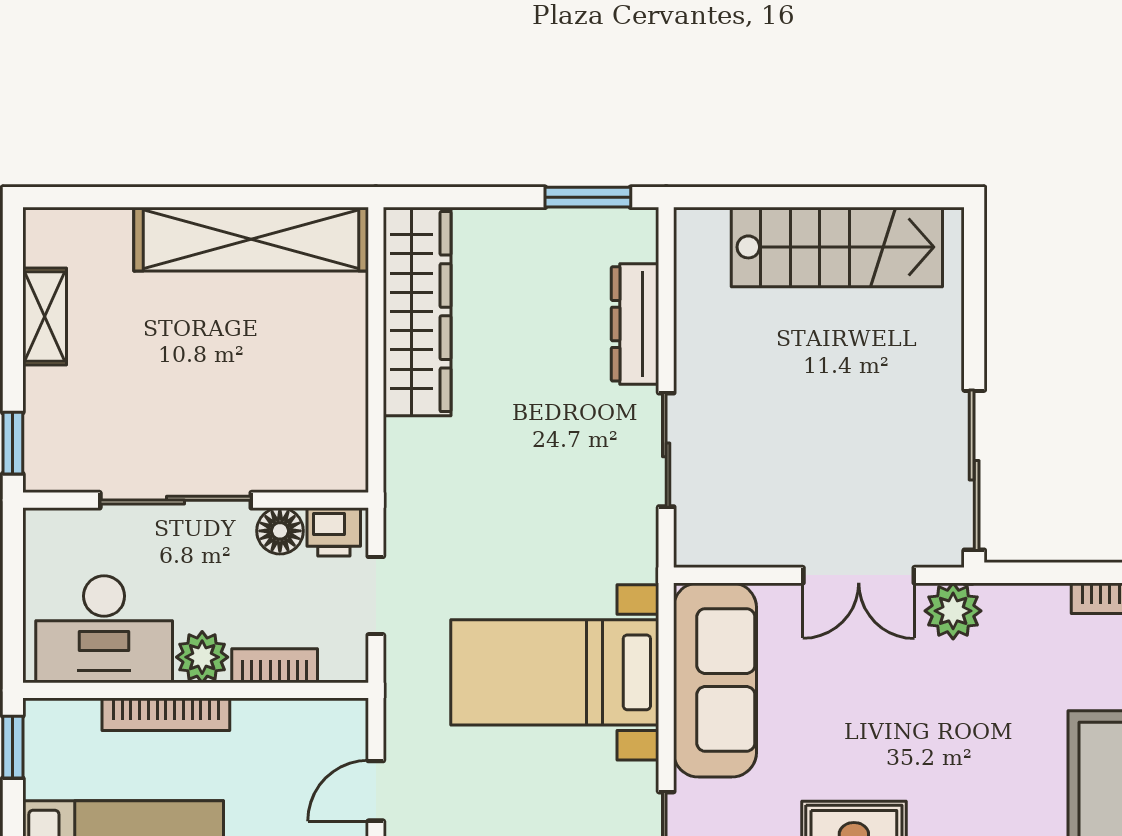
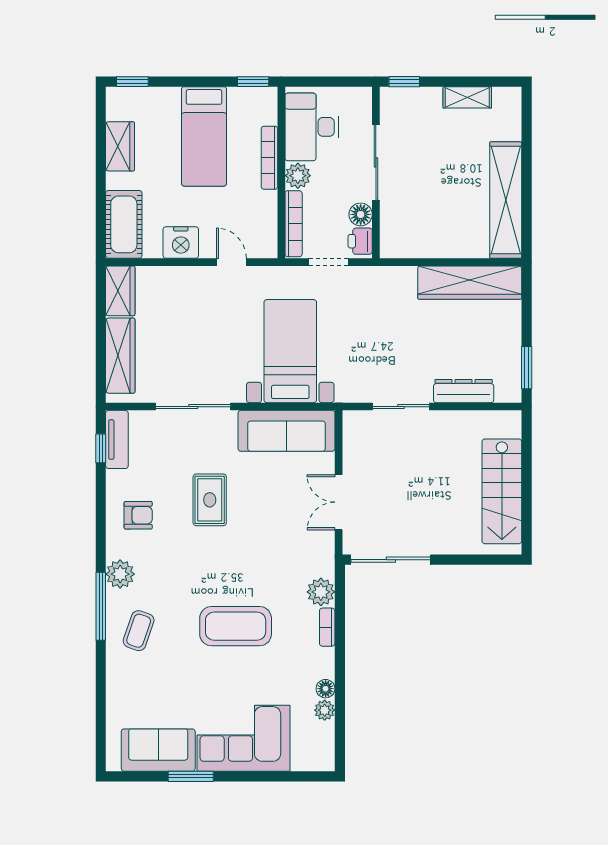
plant: (953, 611) -> (321, 592), moved
bookcase: (275, 666) -> (294, 224), width x1.56

